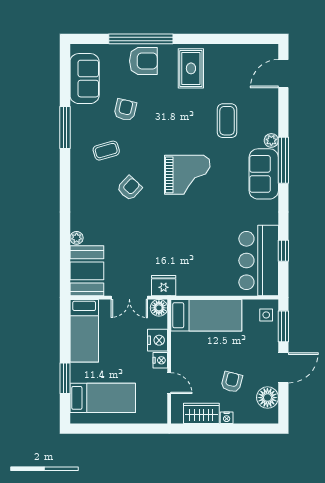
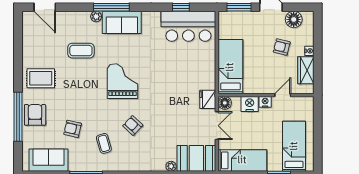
side table: (266, 315) -> (230, 20), removed

